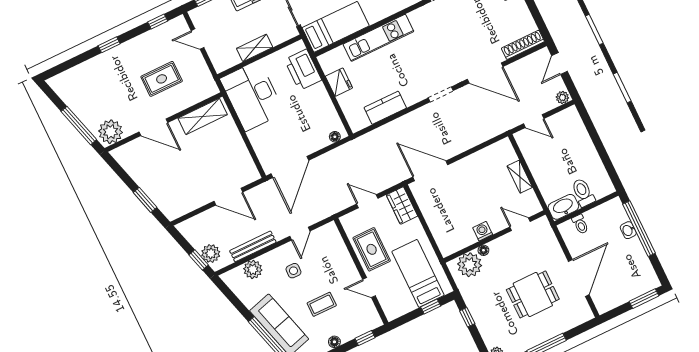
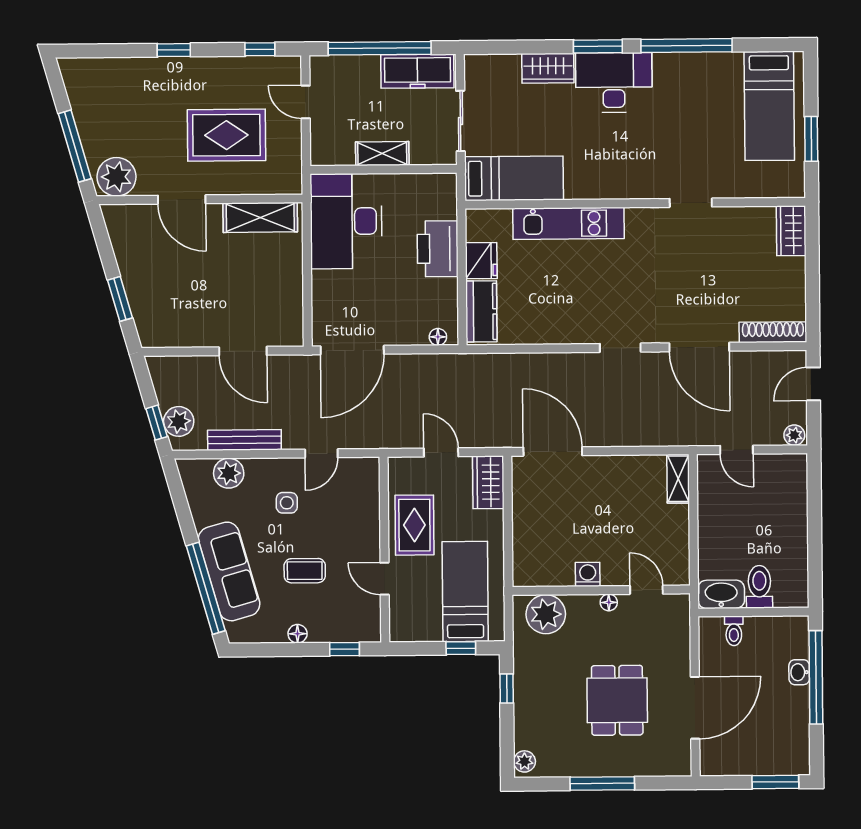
printer: (303, 70) -> (438, 249), moved
rug: (162, 79) -> (226, 135), width x1.36, depth x1.43
kitchen counter: (385, 108) -> (481, 311), moved, turned 90
shelving: (520, 177) -> (678, 479), moved
floor lamp: (483, 250) -> (609, 602), moved
dining table: (533, 294) -> (617, 700), turned 90

